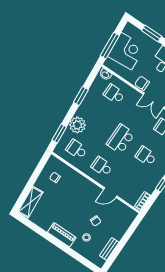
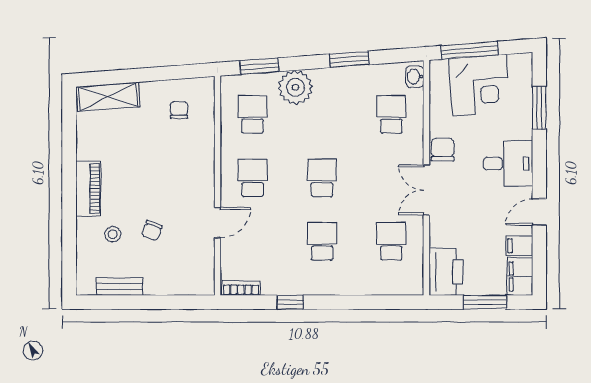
school desk: (121, 139) -> (322, 178), width x0.54
door: (110, 193) -> (218, 223), swing flipped

